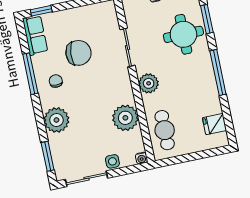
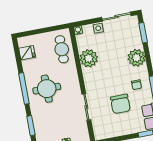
round table: (183, 34) -> (47, 89), moved
chair: (78, 53) -> (120, 104), turned -94
plant: (149, 83) -> (72, 82), removed

